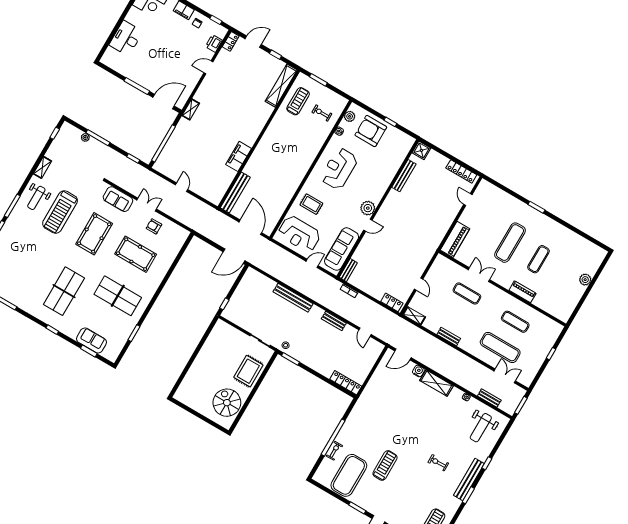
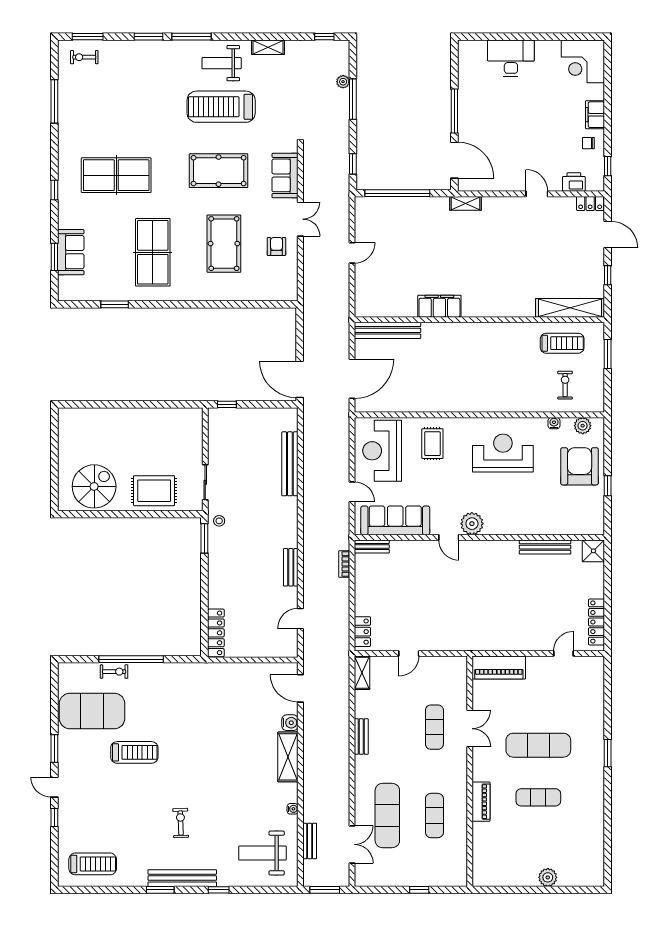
bench: (293, 298) -> (290, 464), moved

